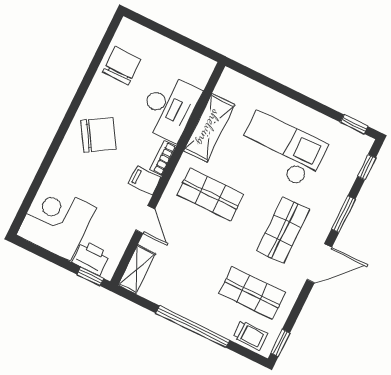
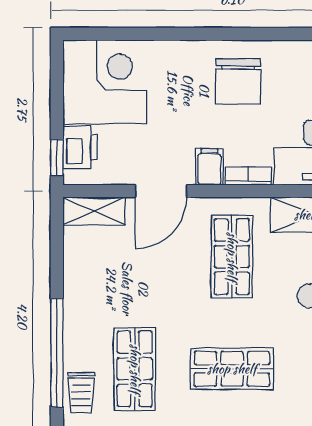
chair: (99, 135) -> (238, 81), turned 32
door: (145, 220) -> (161, 191), width x1.37
window: (193, 327) -> (57, 353), moved

